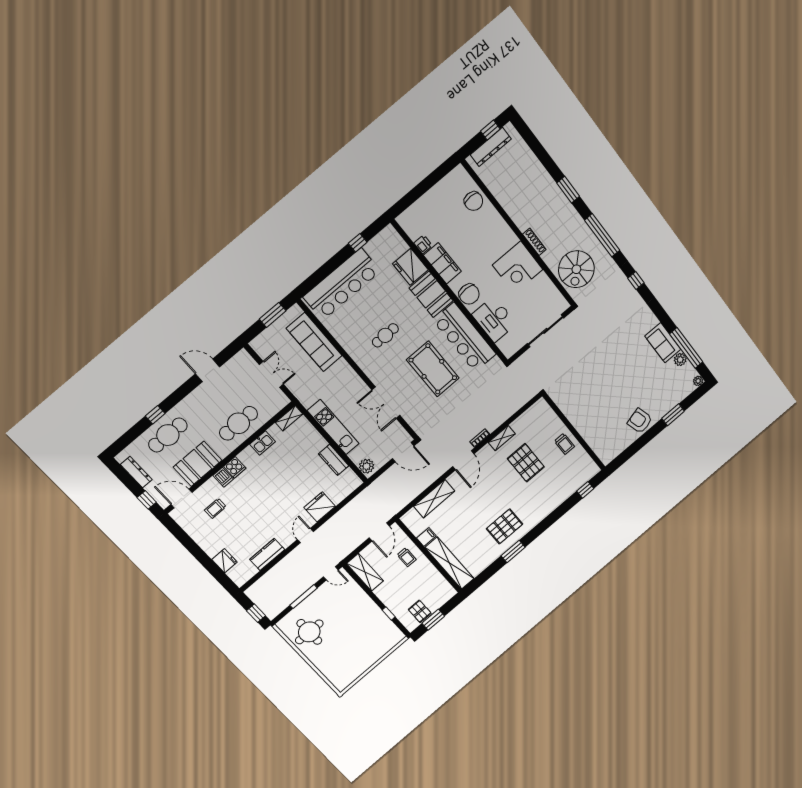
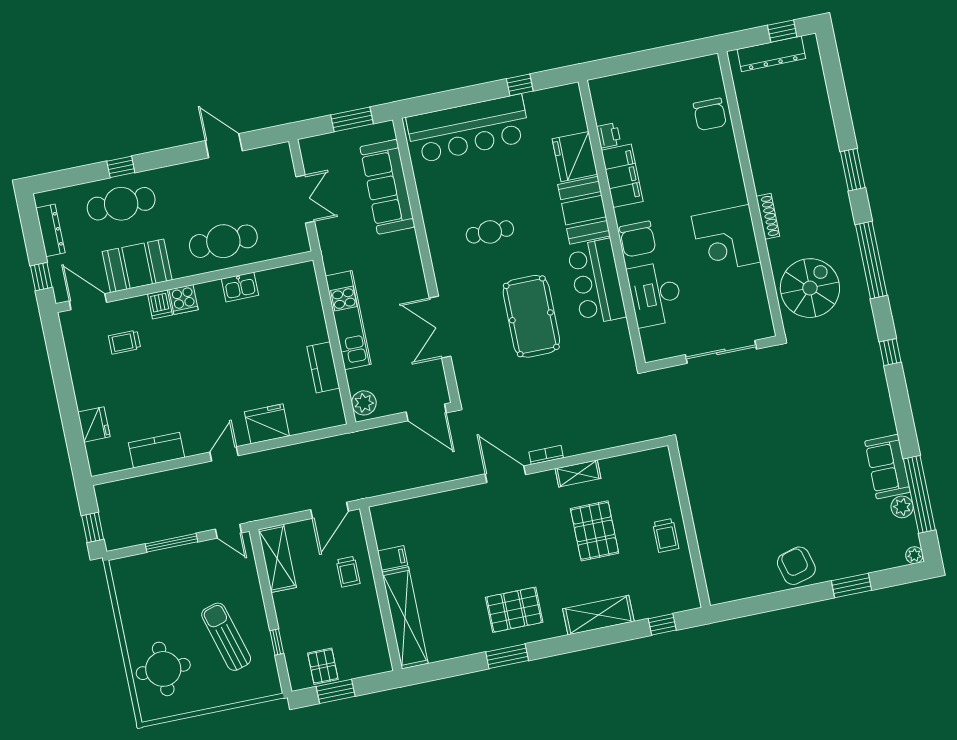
spiral stairs: (576, 269) -> (810, 288), turned 180
bar counter: (465, 337) -> (597, 282), width x0.73
shelving: (289, 418) -> (295, 273), removed
door: (463, 460) -> (505, 474), swing flipped
shelving: (434, 499) -> (598, 615), moved
sun lounger: (360, 626) -> (226, 637), added
round table: (309, 632) -> (163, 669), moved

